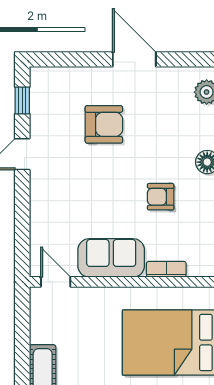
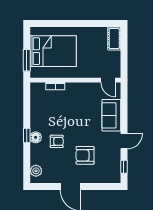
armchair: (161, 197) -> (57, 141), moved
sofa: (111, 258) -> (111, 115), moved, turned 90

